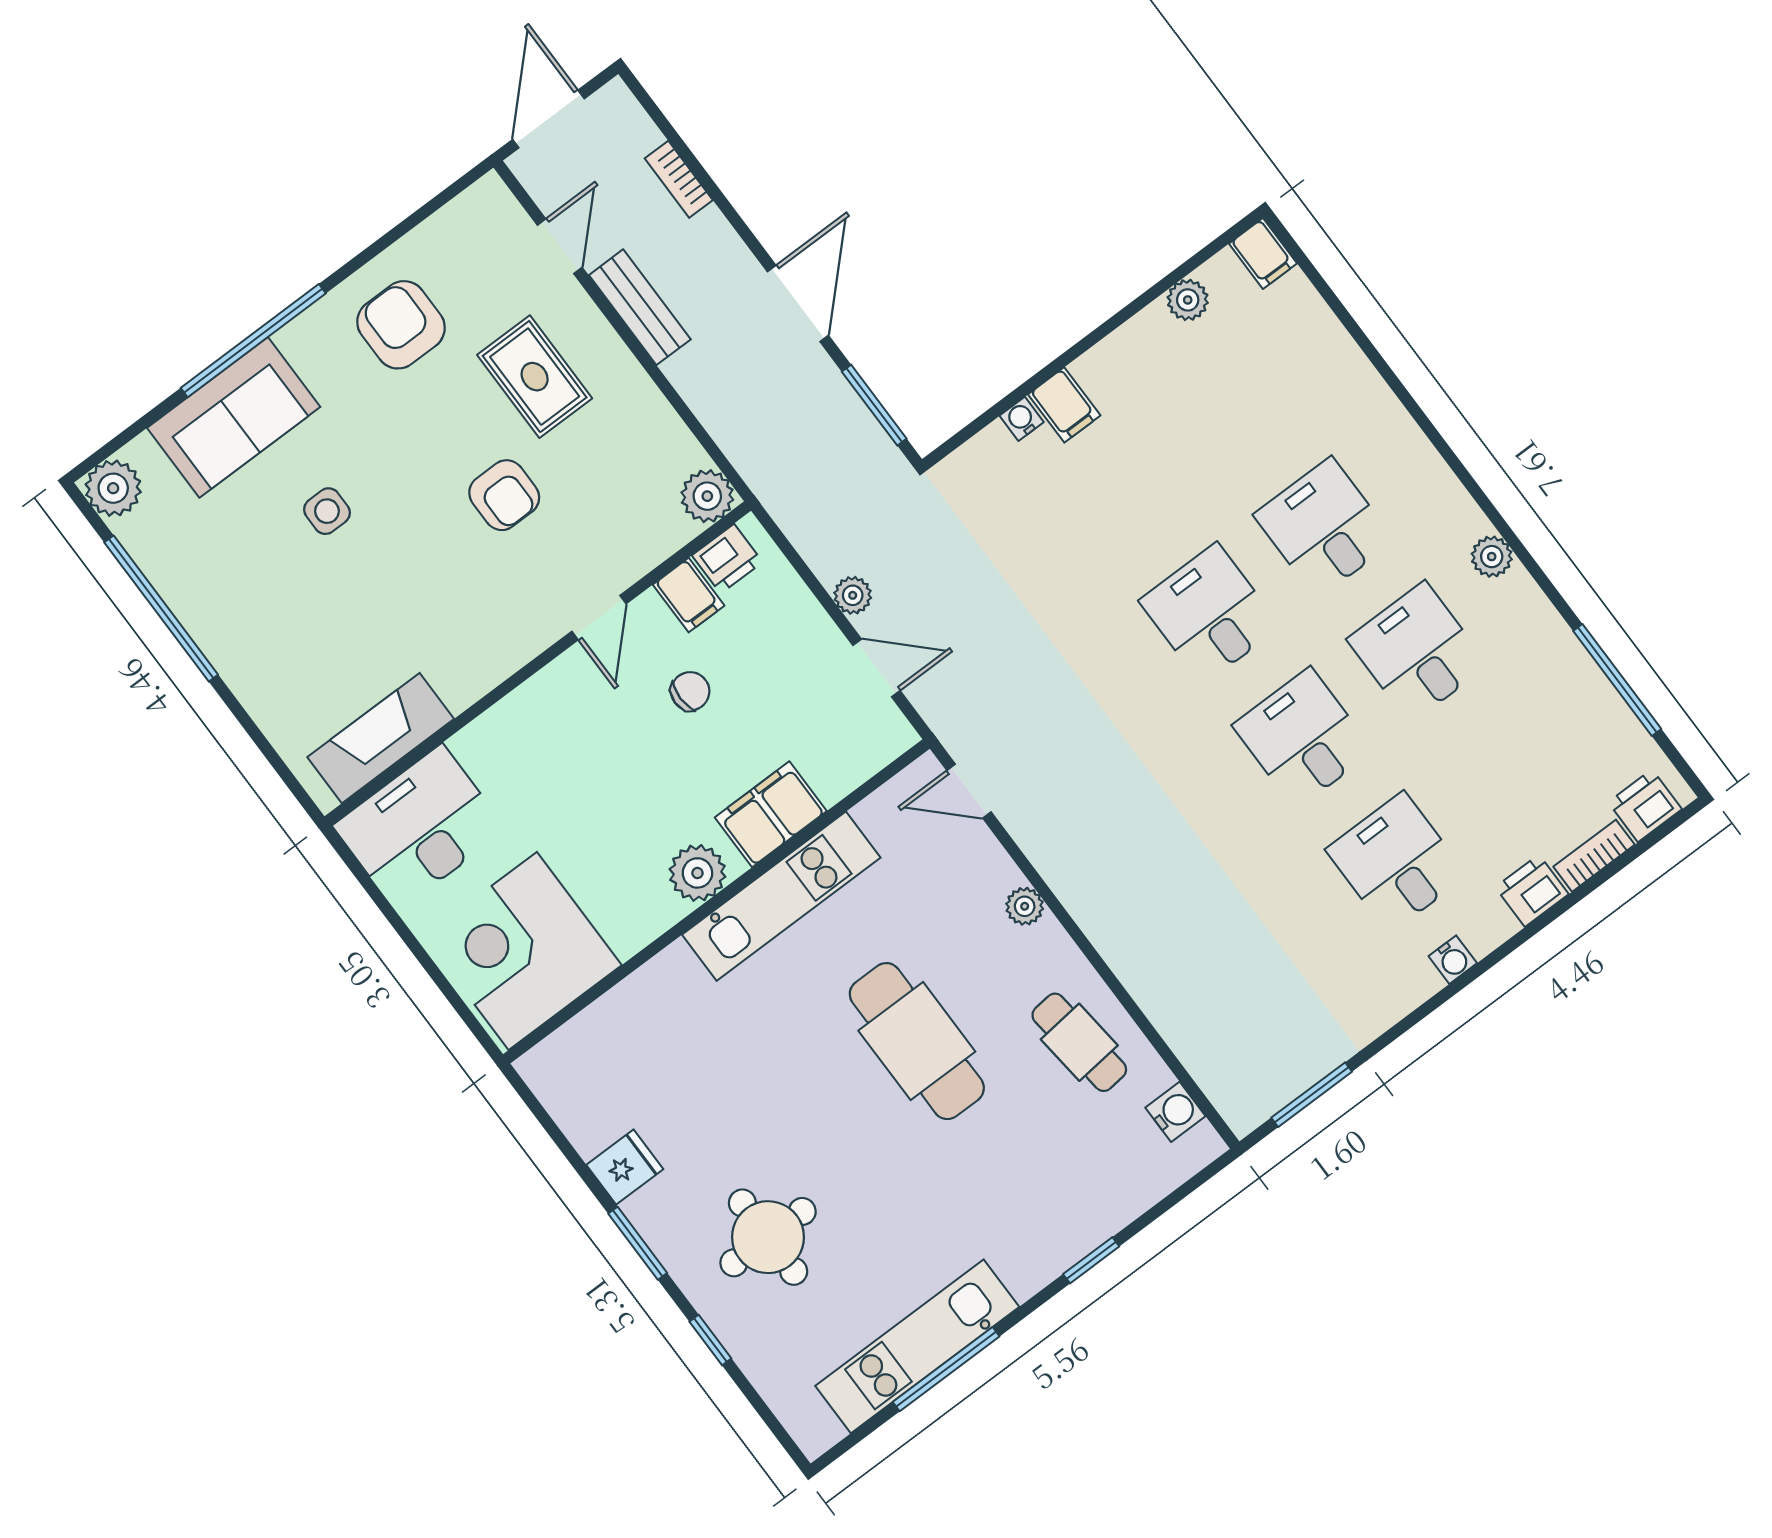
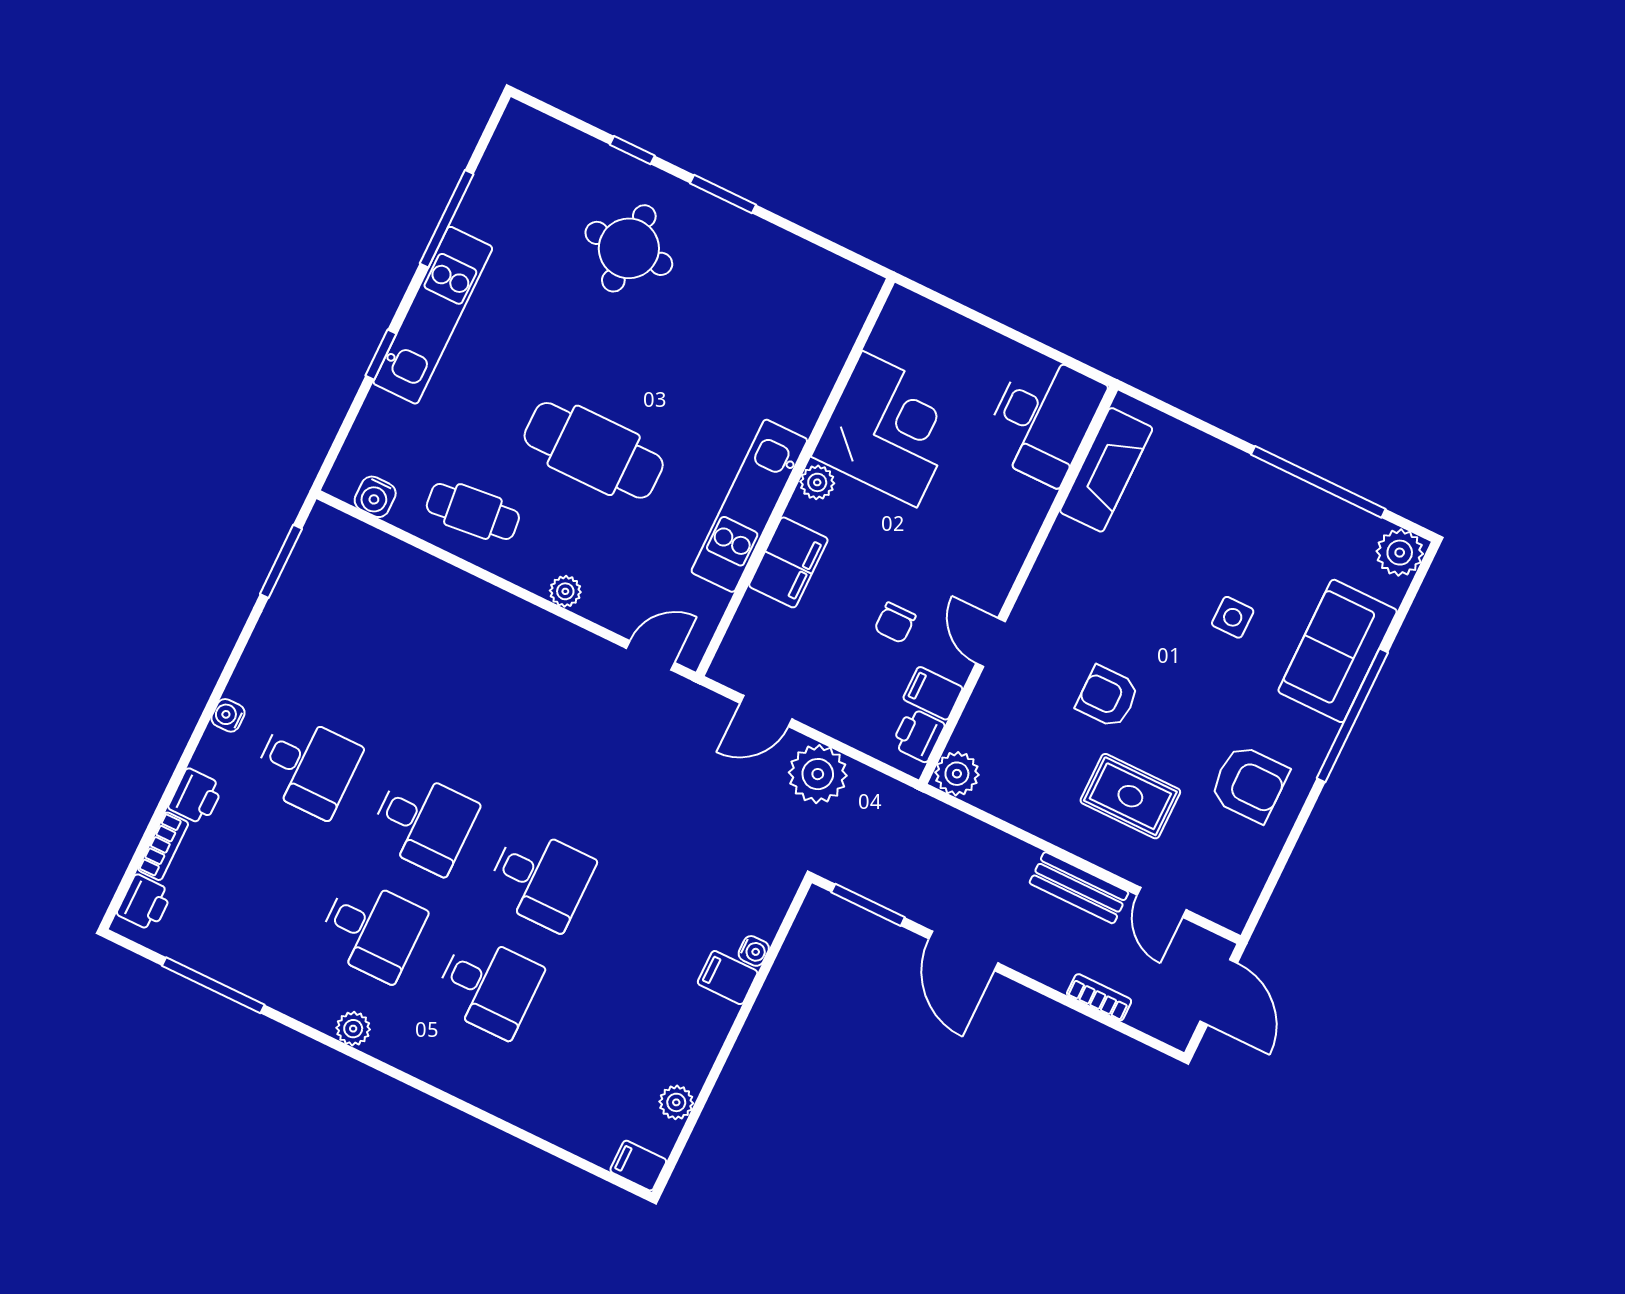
plant: (853, 595) -> (818, 774), width x1.88, depth x1.88
plant: (697, 873) -> (817, 482), width x0.73, depth x0.73
corner desk: (523, 951) -> (889, 429), moved
fridge: (625, 1167) -> (762, 246), removed
kitchen unit: (917, 1346) -> (433, 315), moved

